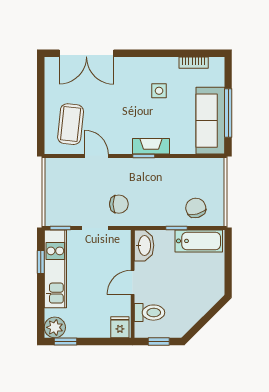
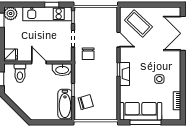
coffee table: (71, 124) -> (138, 23), turned 37
door: (96, 156) -> (118, 40), hinge flipped

